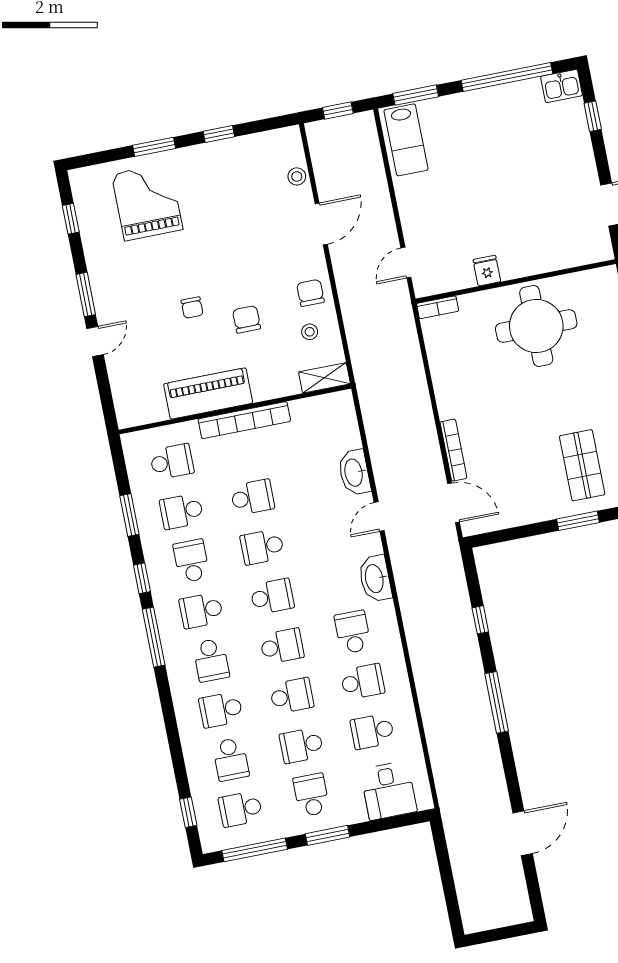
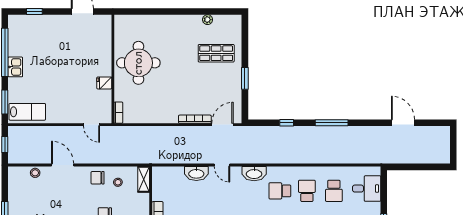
kitchen sink: (562, 86) -> (15, 67), moved
window: (578, 521) -> (245, 78), moved

